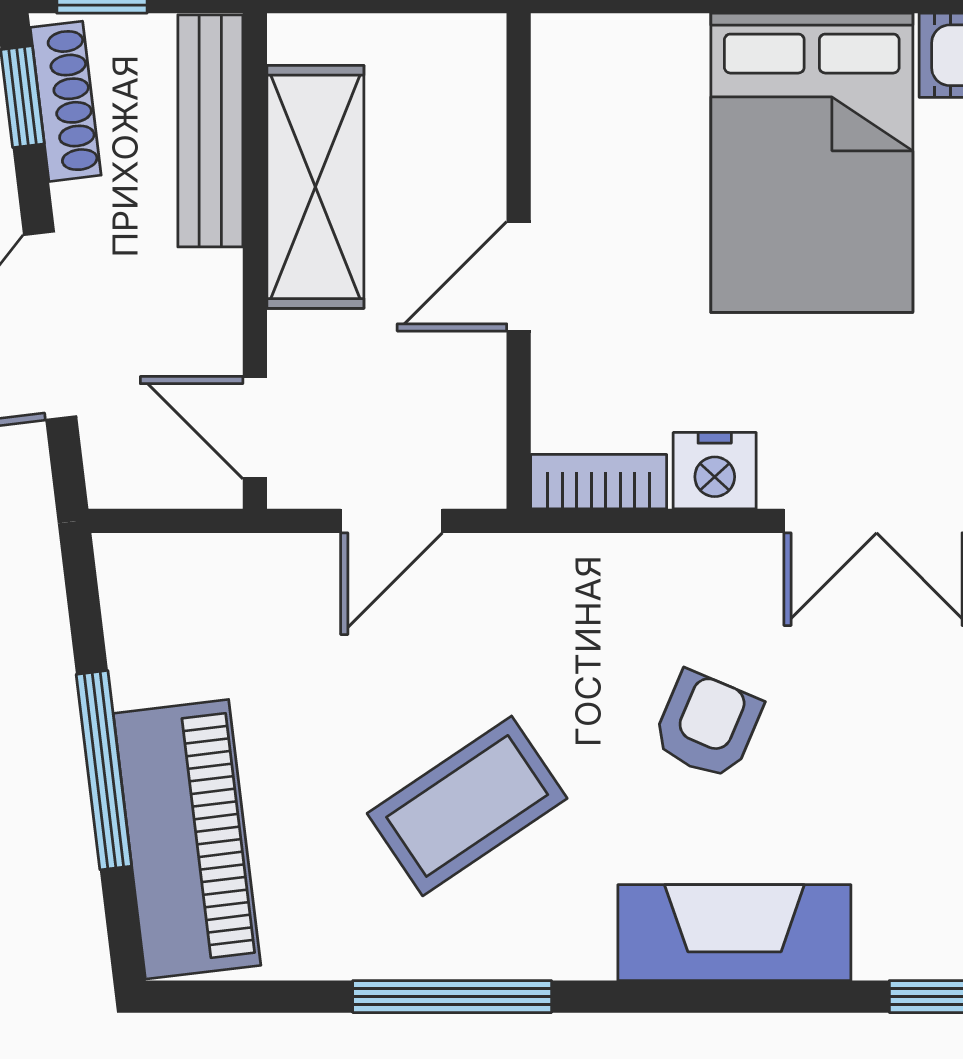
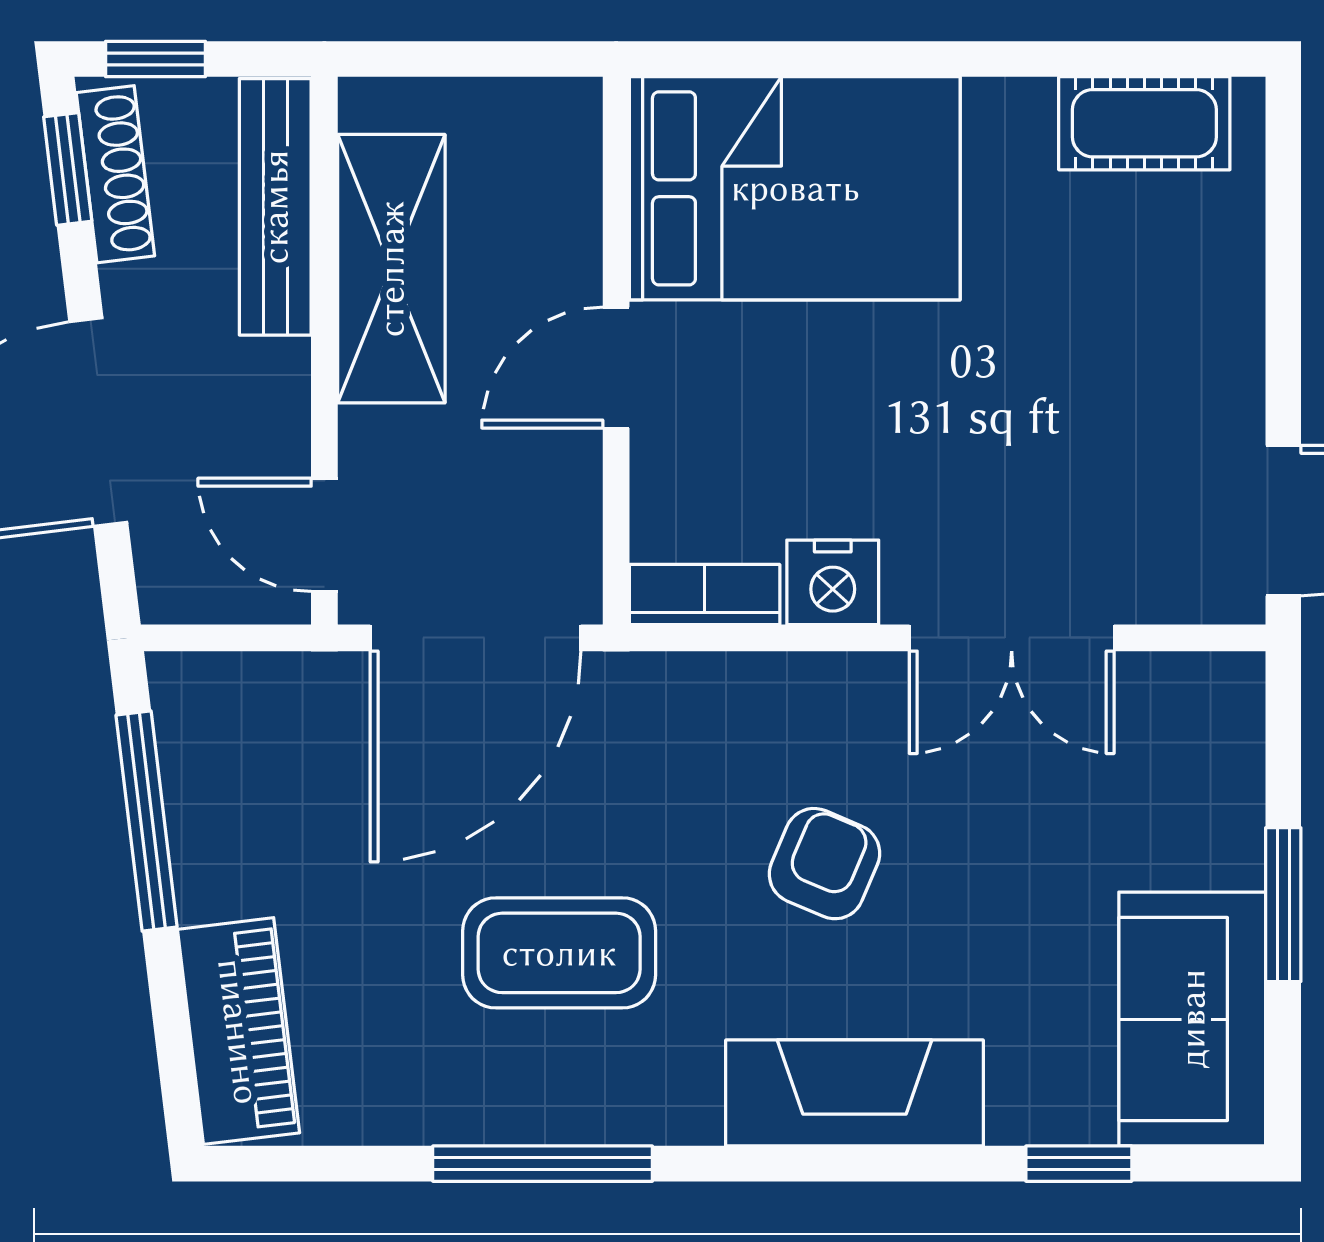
bed: (812, 163) -> (795, 188), moved, turned -90
door: (392, 521) -> (476, 638), width x1.88
window: (104, 770) -> (147, 821), moved
coffee table: (467, 806) -> (559, 953), turned 34
piano: (187, 839) -> (239, 1031), width x0.73, depth x0.75

